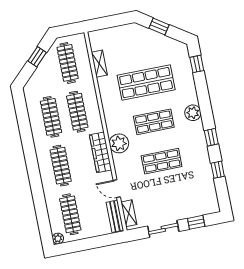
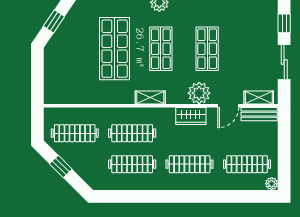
shelving: (99, 64) -> (150, 97), moved
plant: (119, 143) -> (199, 93), moved
wardrobe: (101, 152) -> (191, 116), width x0.67

